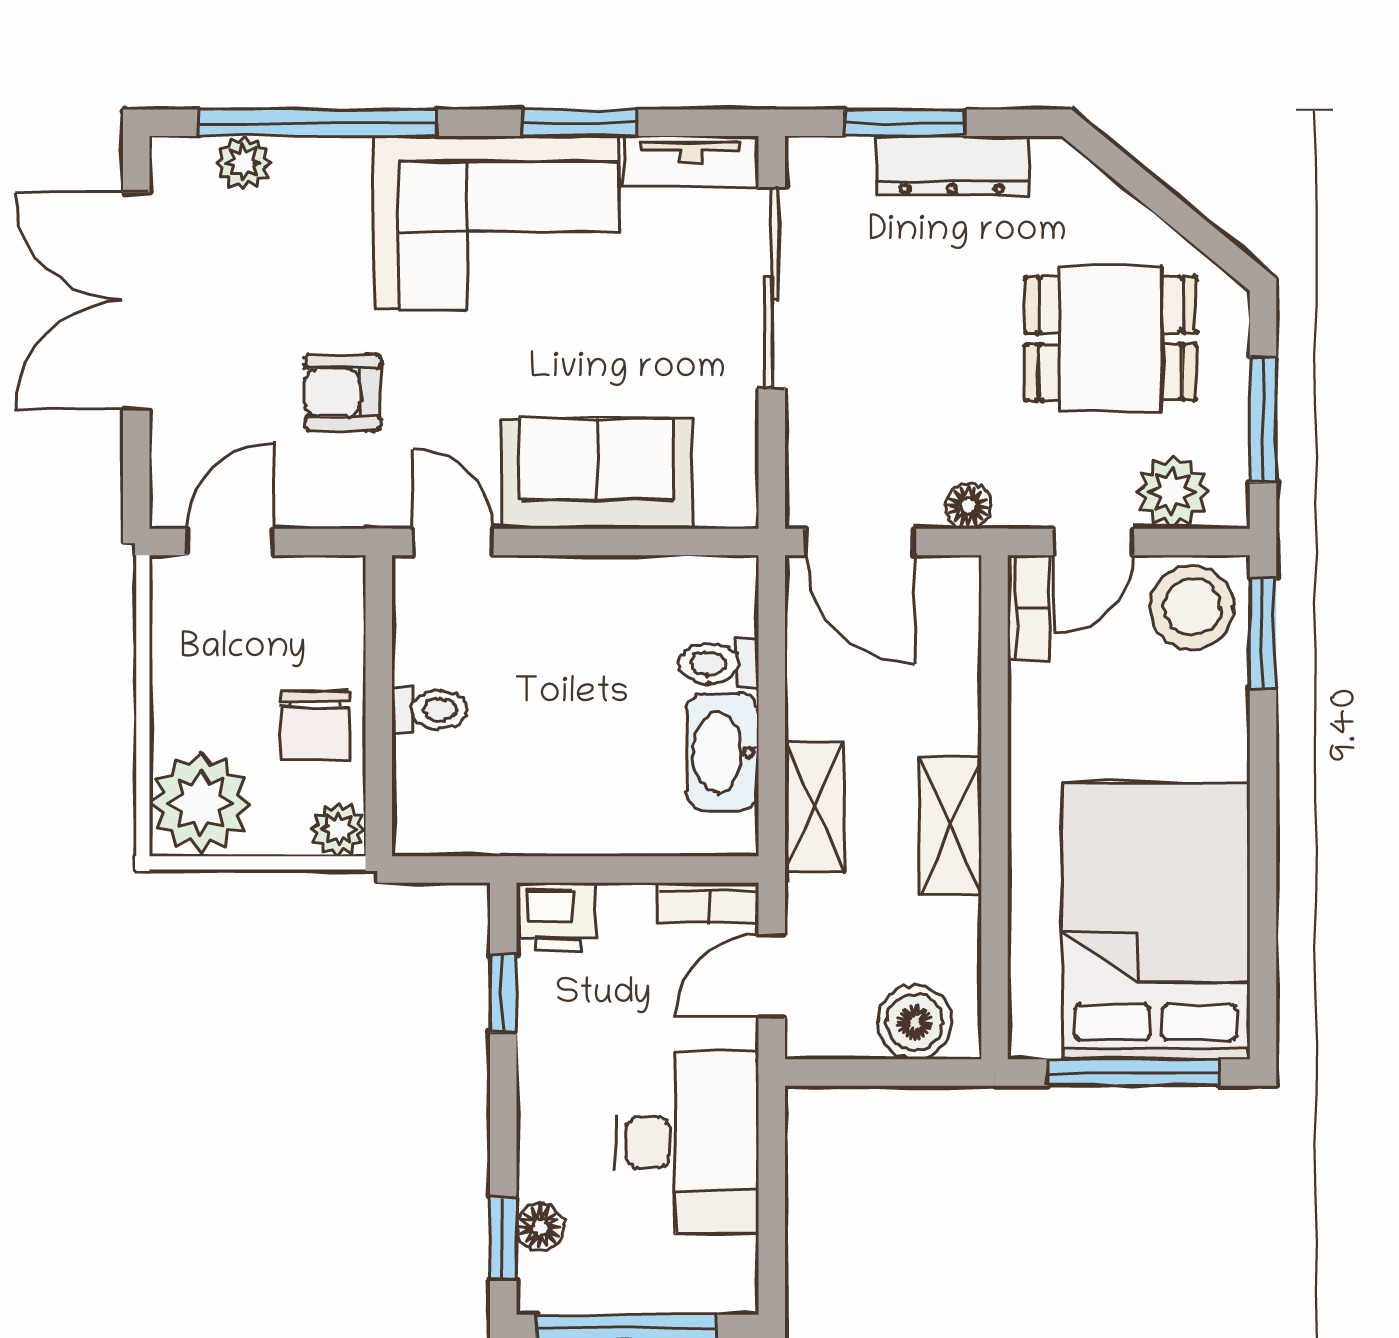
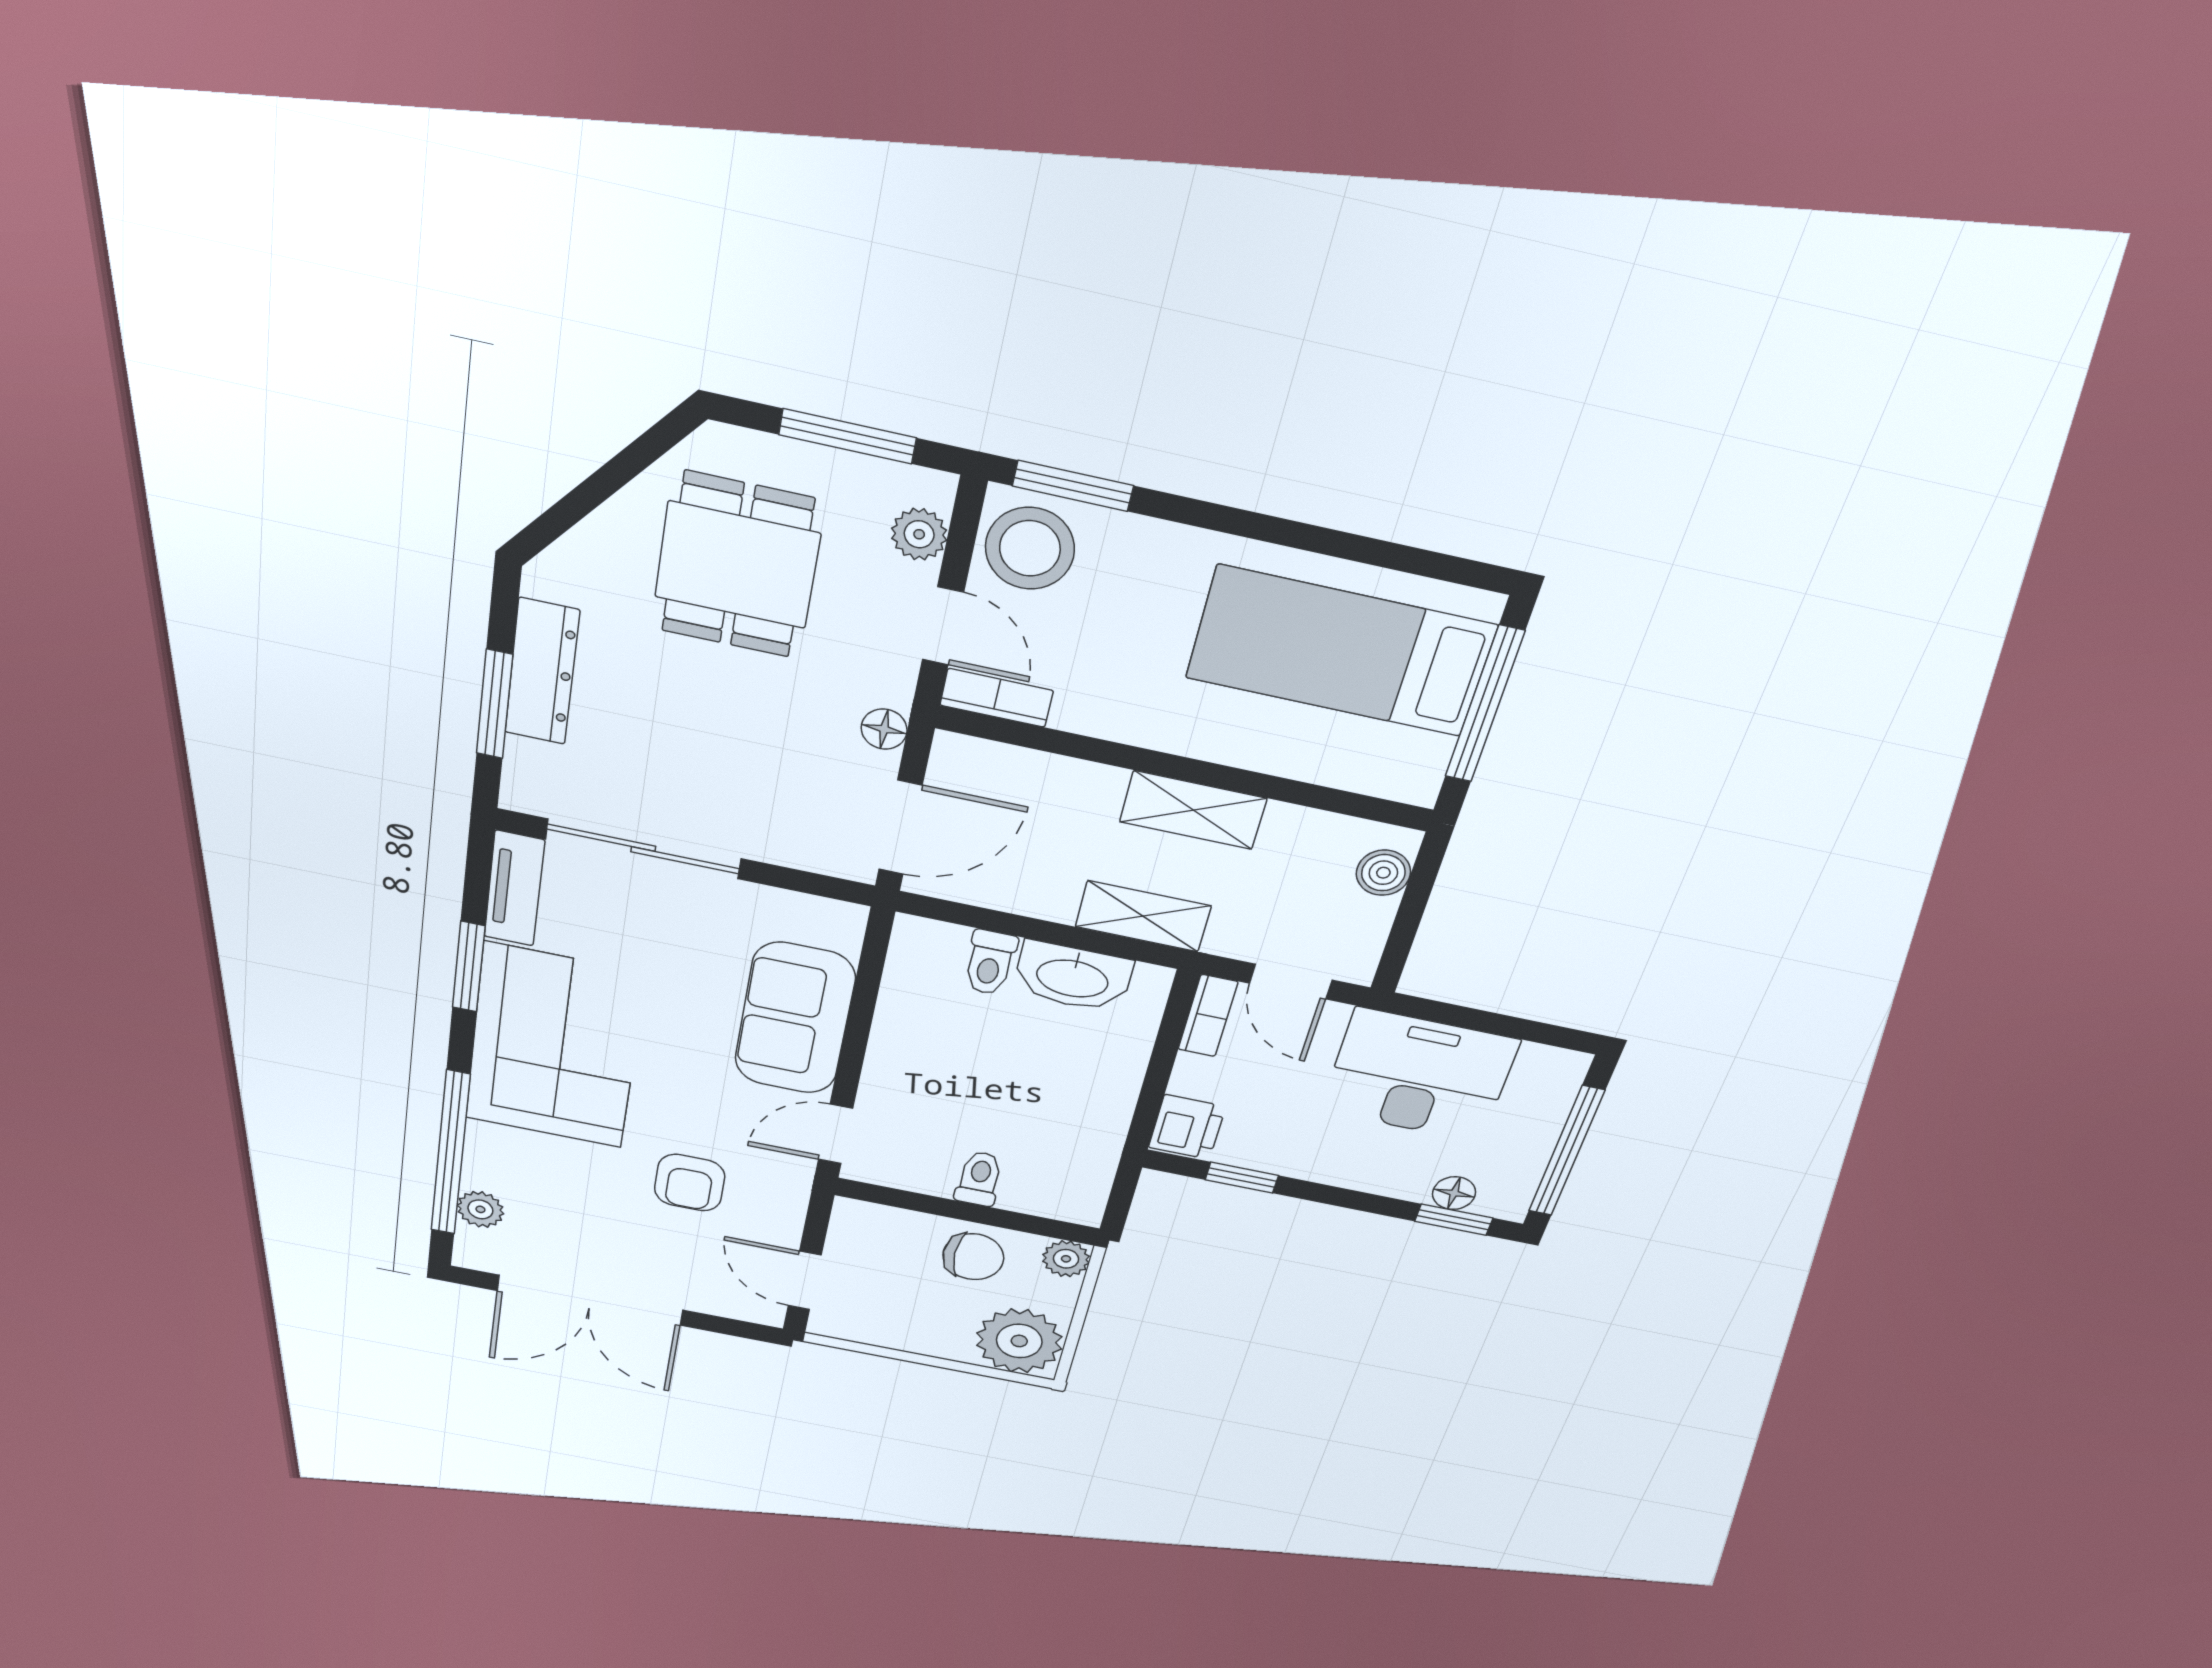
plant: (1172, 492) -> (919, 534), width x0.73, depth x0.73
bed: (1156, 921) -> (1341, 651), width x0.67
boiler: (915, 1022) -> (1383, 873), width x0.73, depth x0.73

